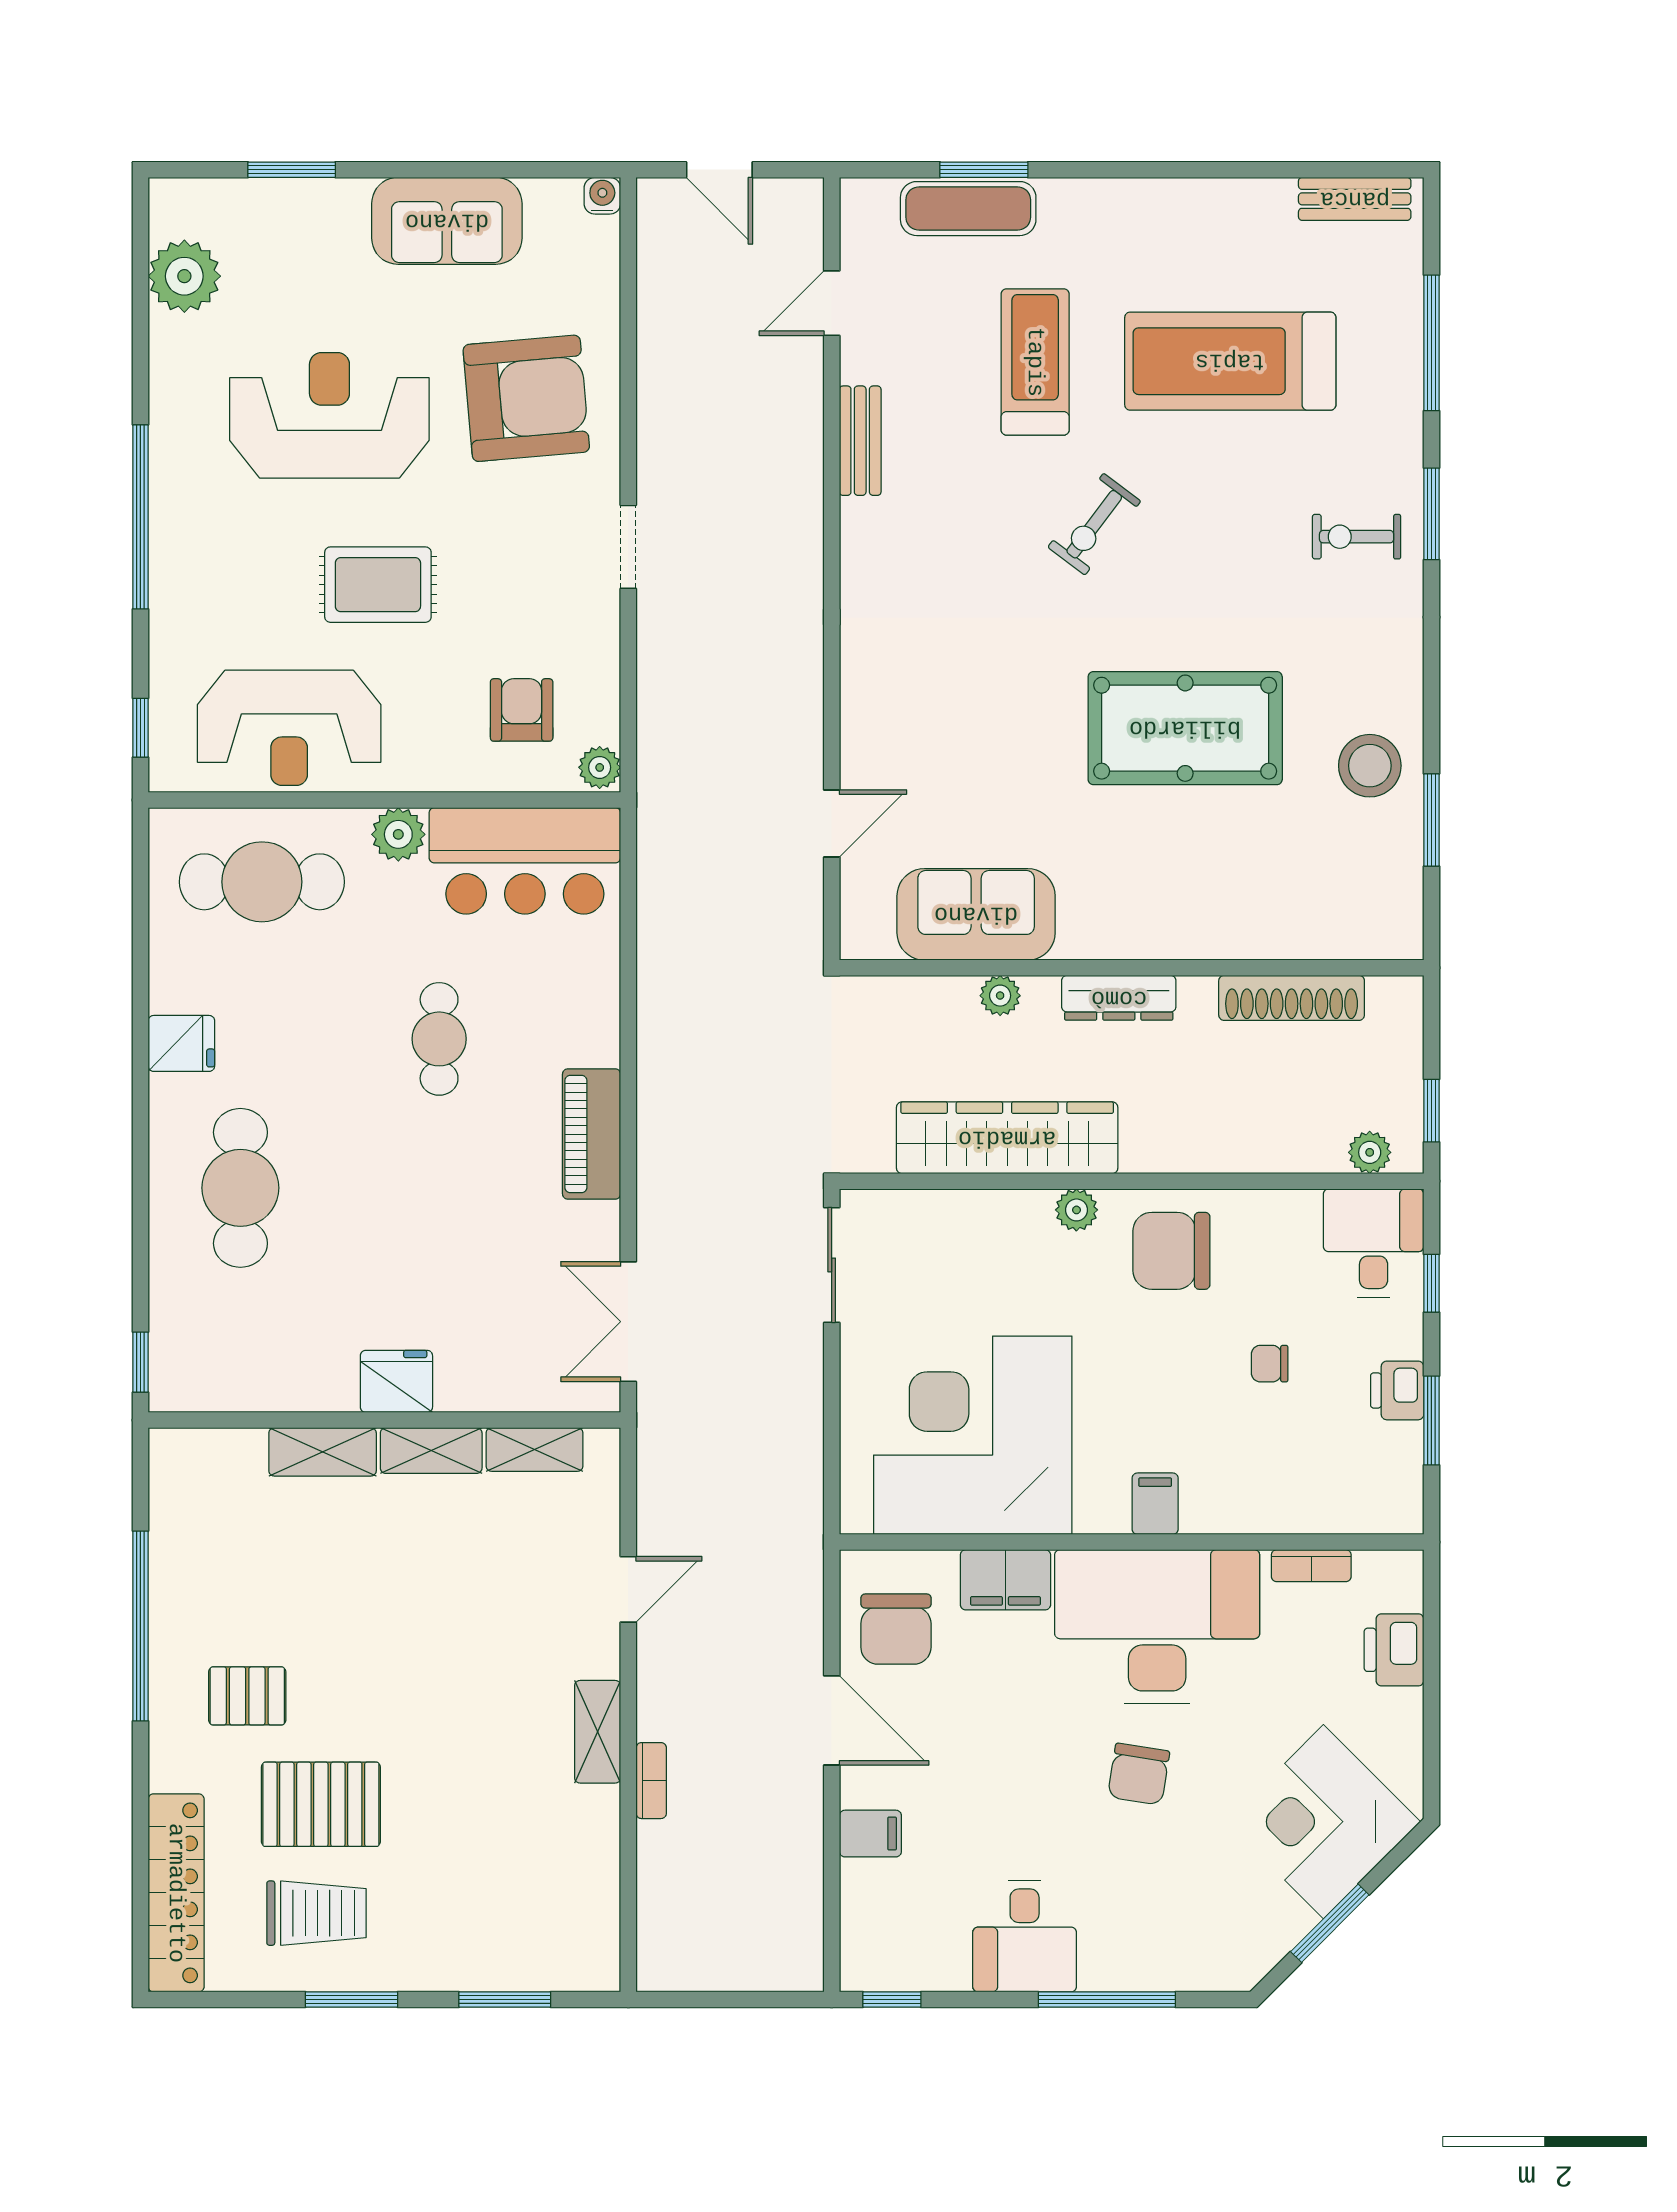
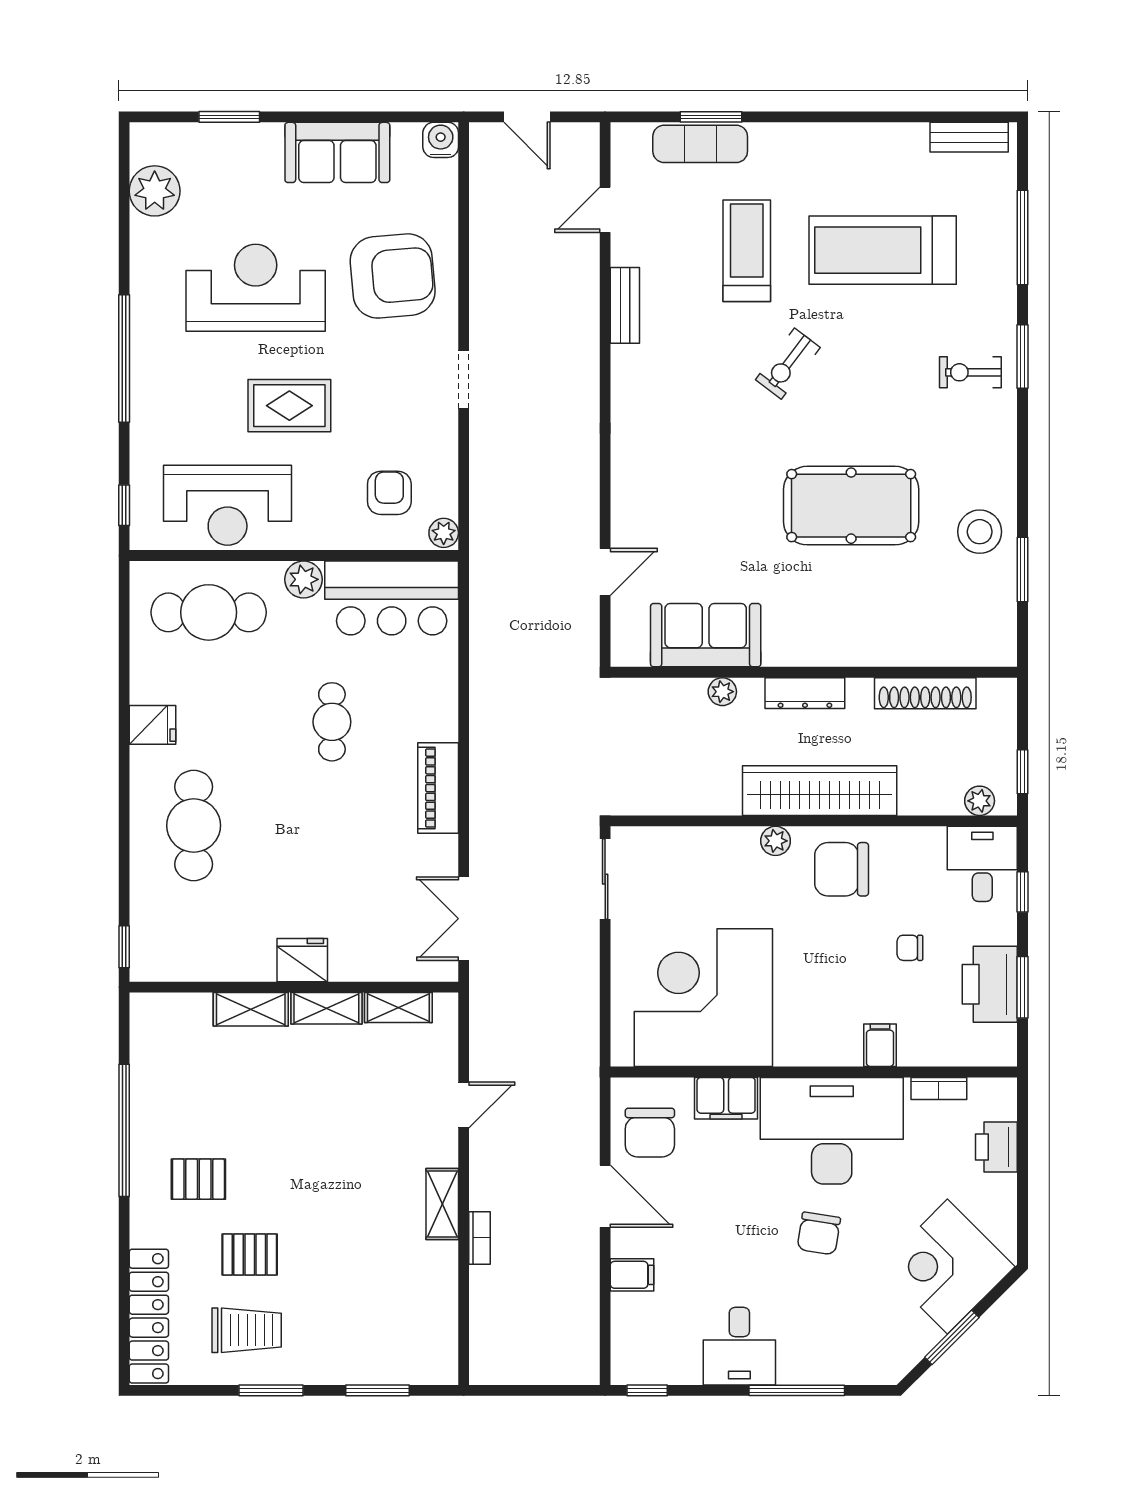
water cooler: (602, 196) -> (441, 140), width x1.38, depth x1.38
wardrobe: (1007, 1138) -> (820, 791), moved
printer: (1397, 1390) -> (990, 984), width x1.87, depth x1.48
filing cabinet: (1155, 1504) -> (880, 1045), moved
pallet: (321, 1804) -> (250, 1254), width x0.67, depth x0.71

